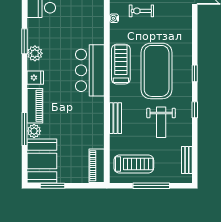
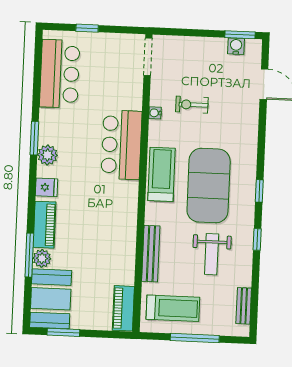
bar counter: (90, 70) -> (121, 145), moved
bench: (115, 118) -> (151, 254), width x1.36

